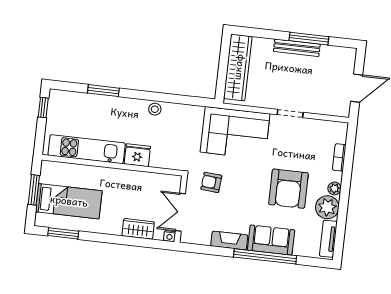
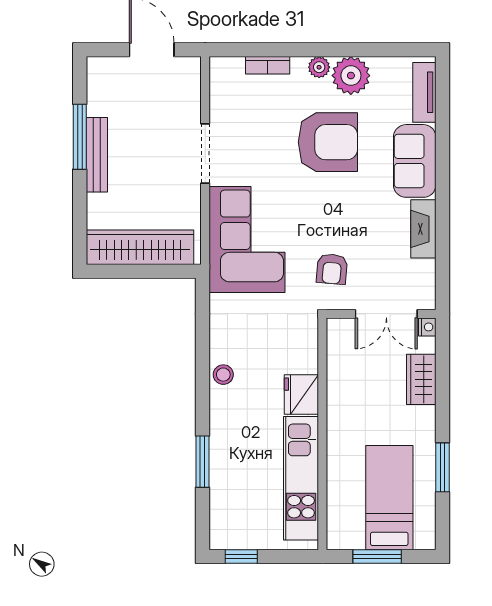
doorway: (290, 113) -> (205, 153), width x1.38
window: (63, 233) -> (442, 467), moved
tv unit: (328, 239) -> (424, 92), moved, turned 90
window: (265, 256) -> (442, 168), removed

